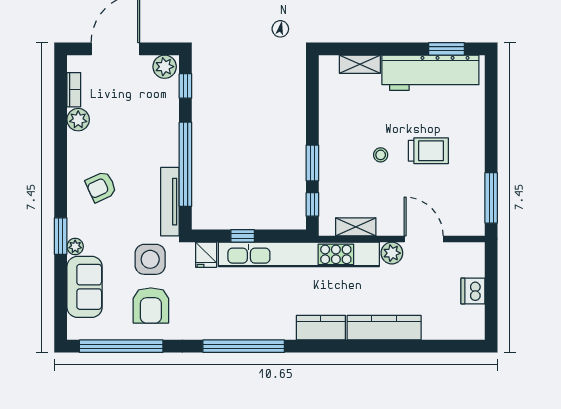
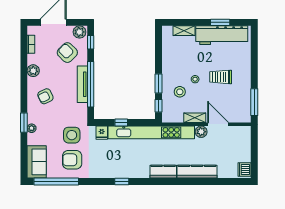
window: (447, 49) -> (220, 22), moved
armchair: (142, 105) -> (67, 53), added
plant: (78, 120) -> (33, 71), moved
trolley: (428, 151) -> (221, 77), turned 180
stool: (352, 179) -> (180, 92), added
tv unit: (170, 202) -> (82, 84), moved
shelving: (356, 227) -> (195, 118), moved
sofa: (85, 287) -> (37, 162), moved
dishwasher: (473, 291) -> (244, 170), moved
armchair: (151, 305) -> (72, 160), turned 90
window: (244, 346) -> (122, 182), width x0.32

